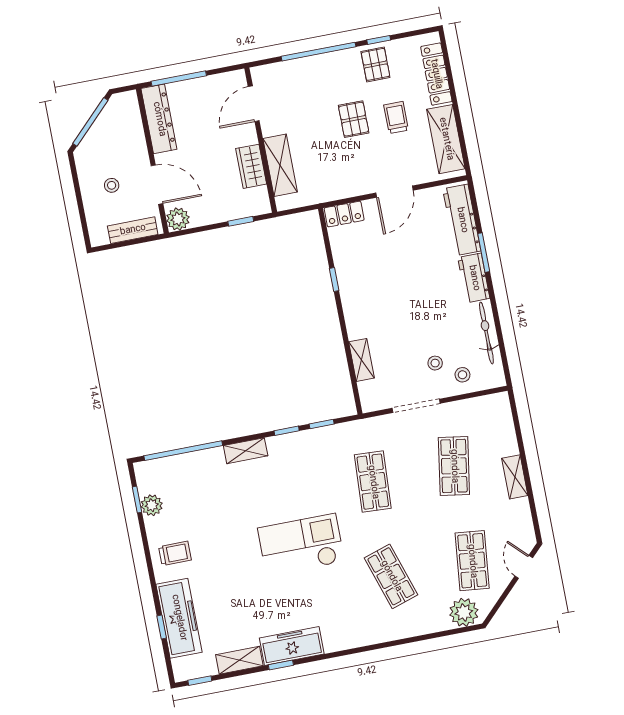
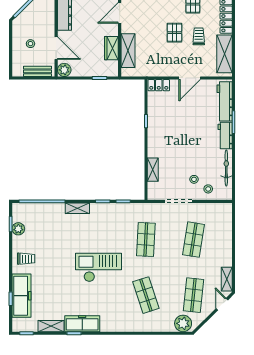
shelving: (515, 477) -> (227, 279), moved

